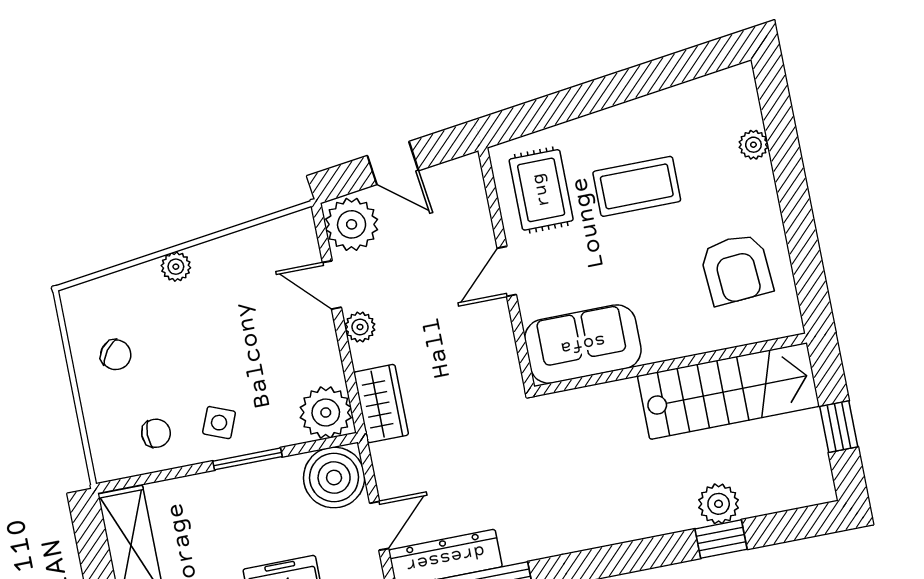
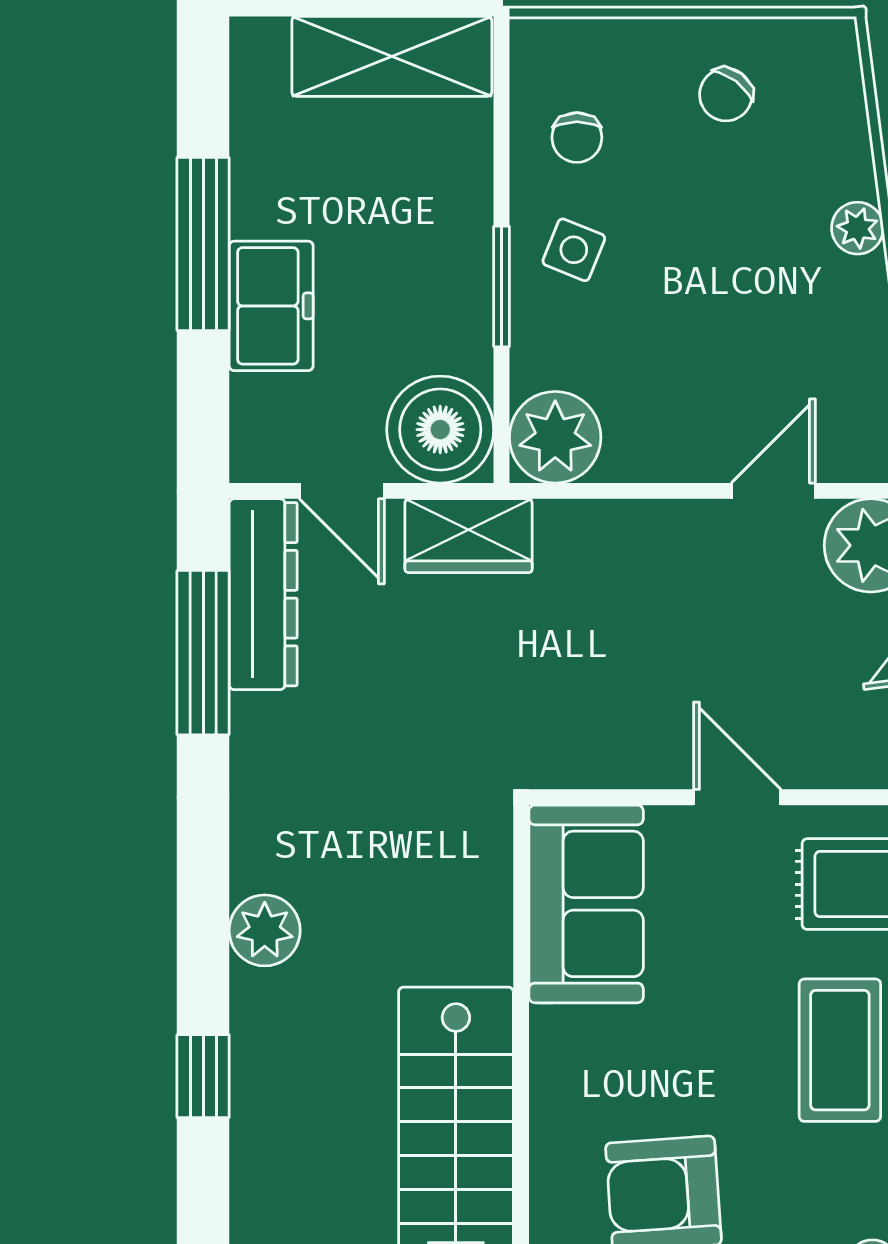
plant: (360, 327) -> (691, 525), removed
wardrobe: (381, 404) -> (469, 536), moved
plant: (719, 504) -> (265, 930), moved

